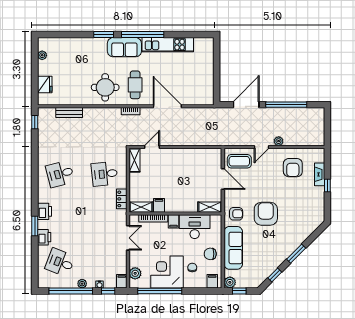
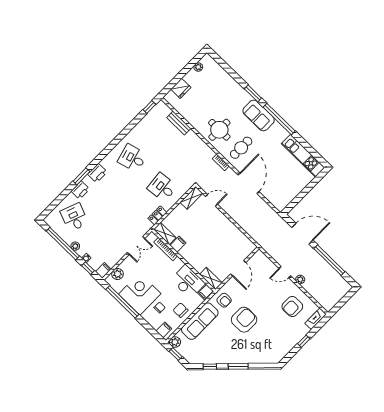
kitchen unit: (168, 45) -> (303, 156), moved
coffee table: (239, 161) -> (261, 267), removed
fireplace: (320, 174) -> (316, 319), moved
filing cabinet: (173, 221) -> (205, 292), moved

